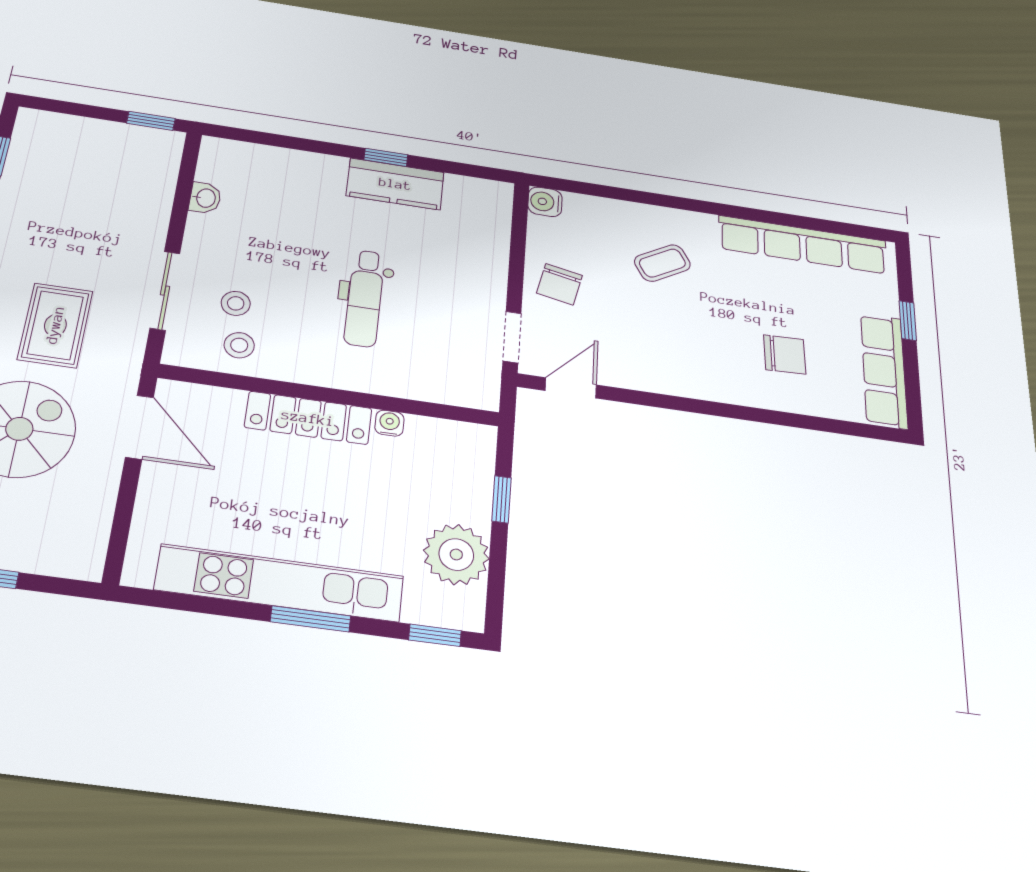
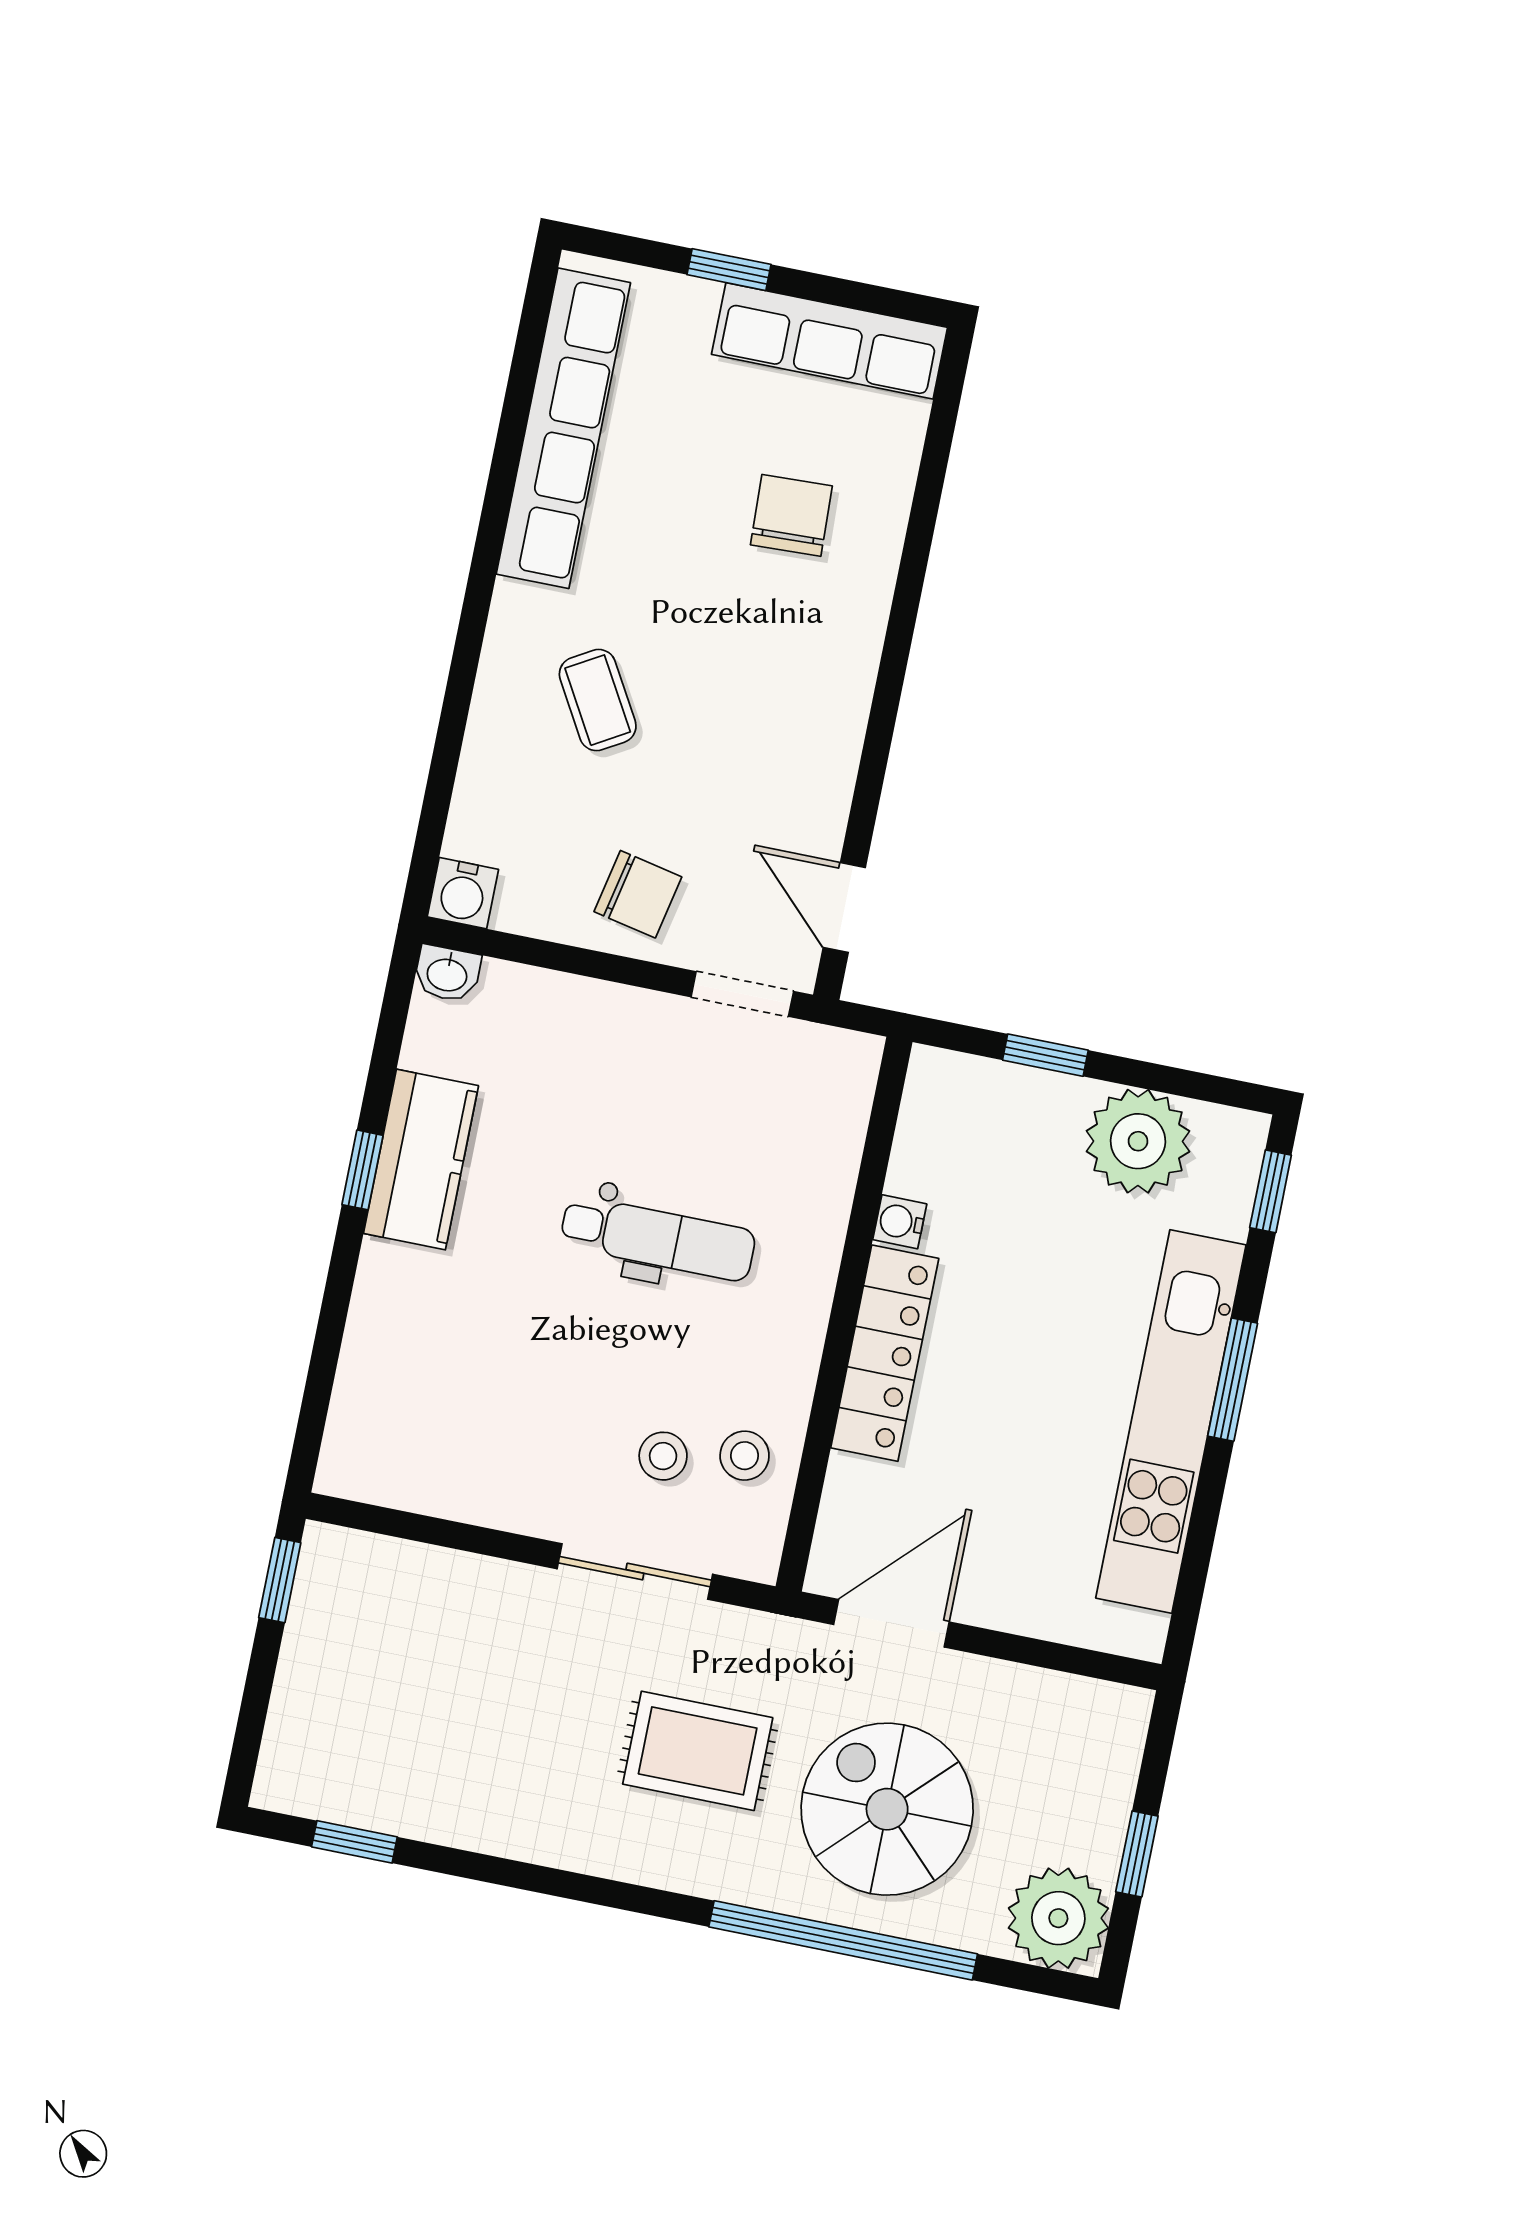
washbasin: (205, 198) -> (447, 974), moved, turned 180

